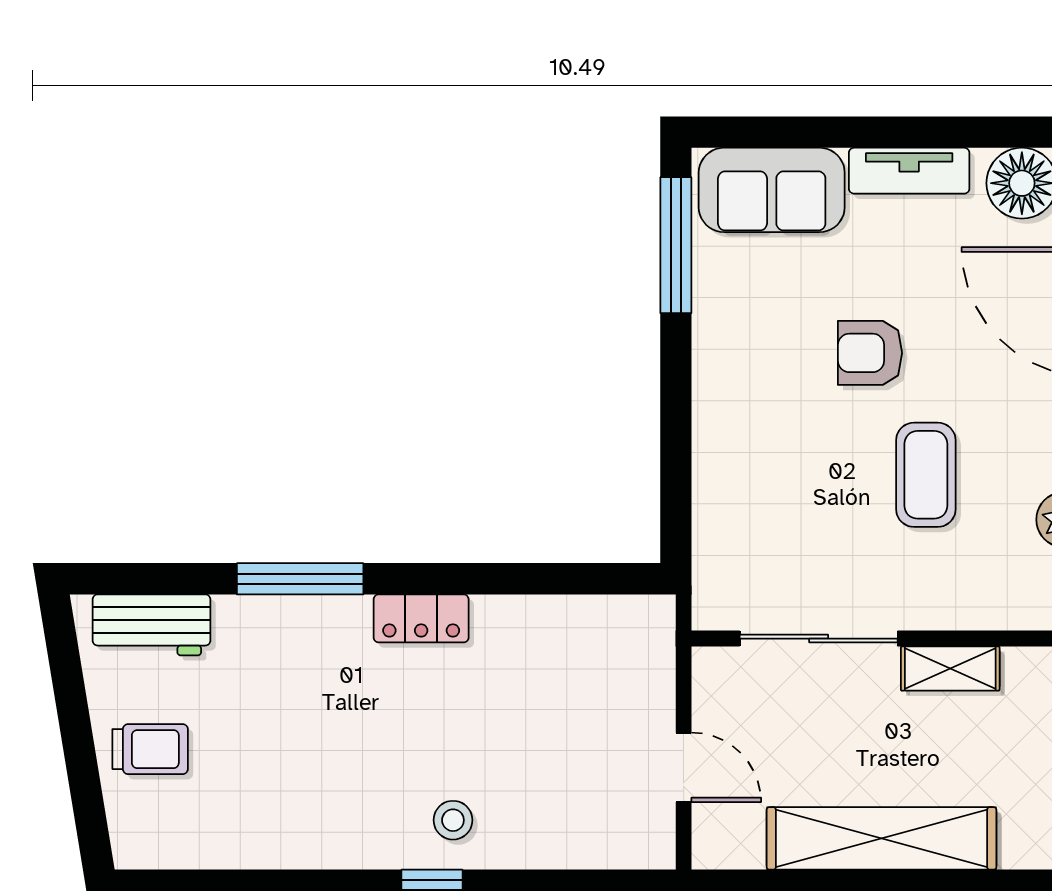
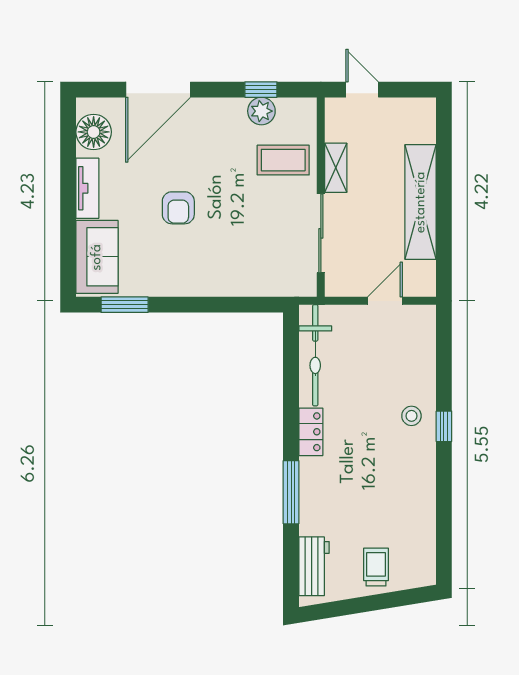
window: (676, 245) -> (125, 305), width x0.69
coffee table: (926, 475) -> (283, 160), moved
bicycle: (574, 627) -> (315, 355), added

